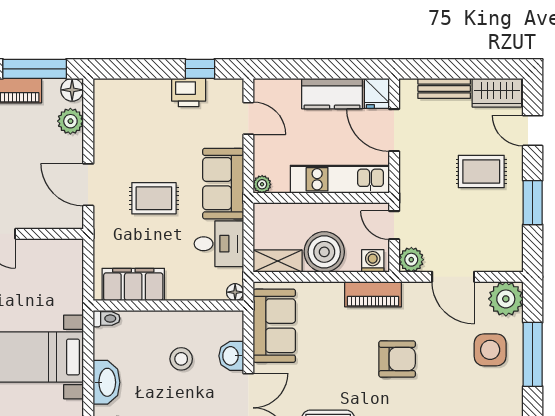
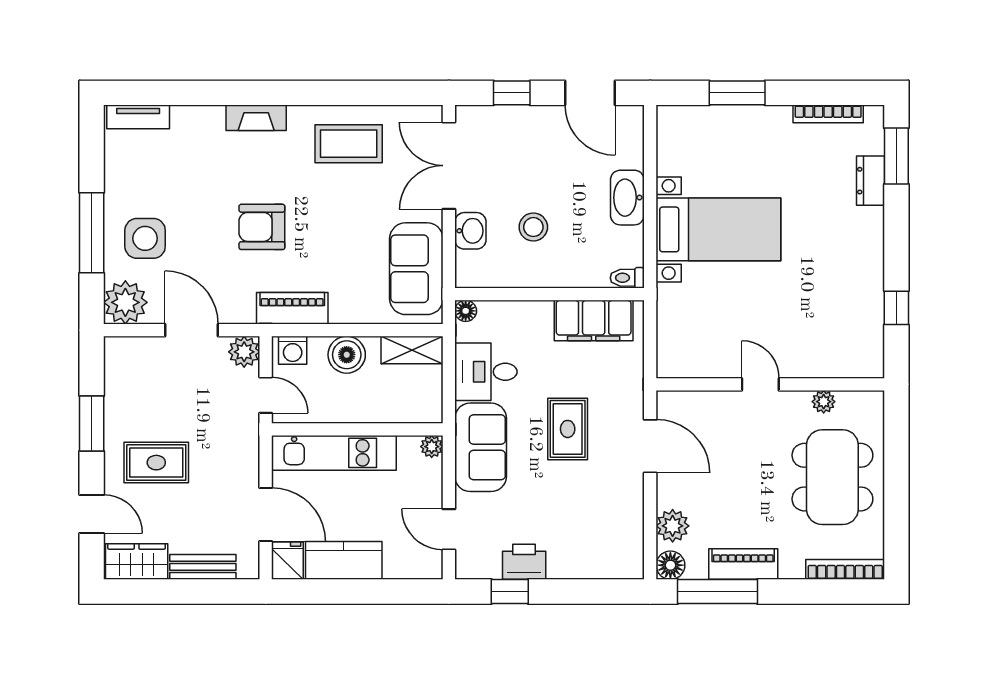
rug: (154, 198) -> (568, 429), turned 90
boiler: (324, 252) -> (347, 355), width x0.73, depth x0.73

